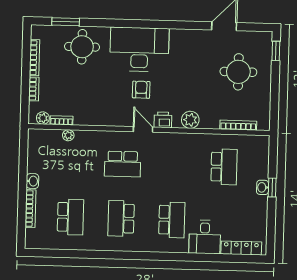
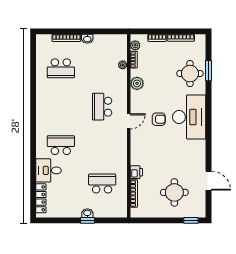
window: (66, 22) -> (209, 71), moved
printer: (163, 120) -> (136, 172), moved
plant: (190, 120) -> (137, 83), moved
school desk: (224, 167) -> (102, 184), turned 180
school desk: (121, 218) -> (61, 107), removed
school desk: (172, 220) -> (61, 145), turned 180

